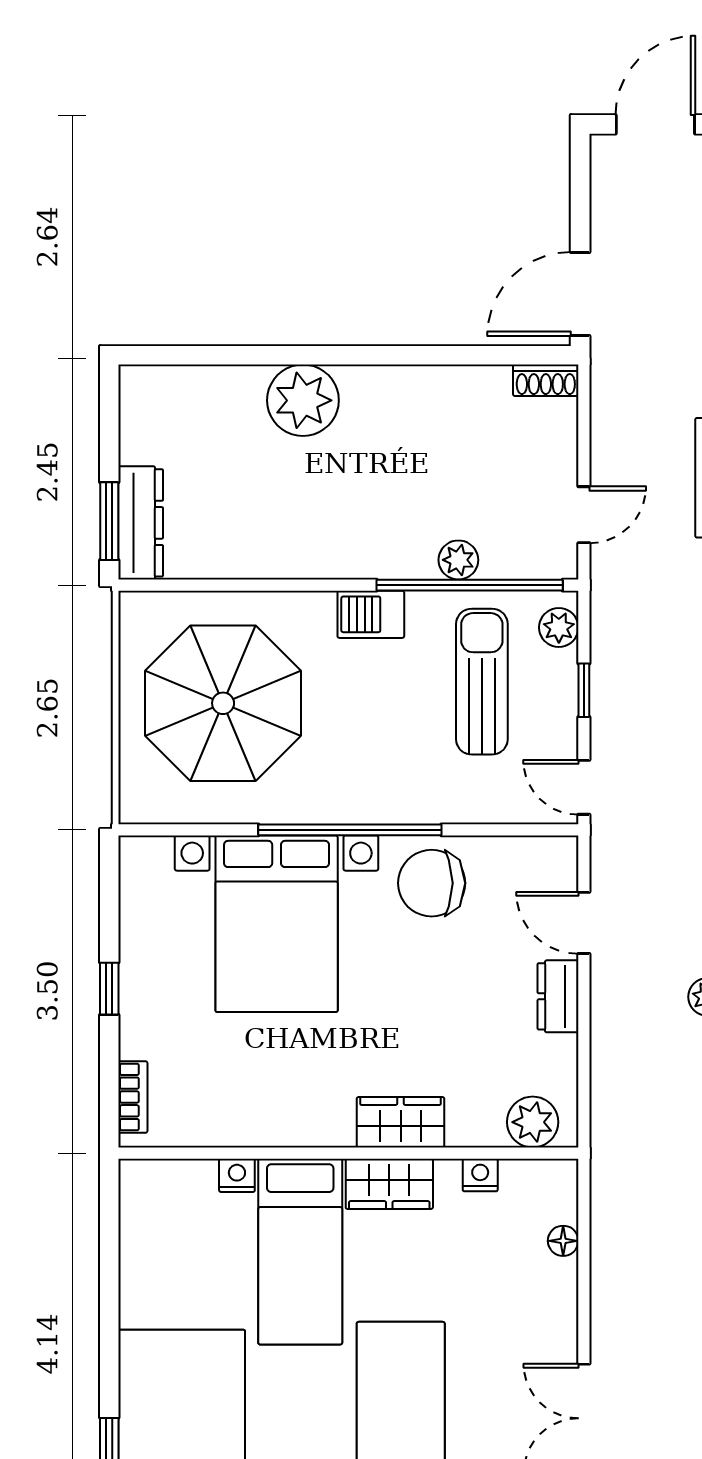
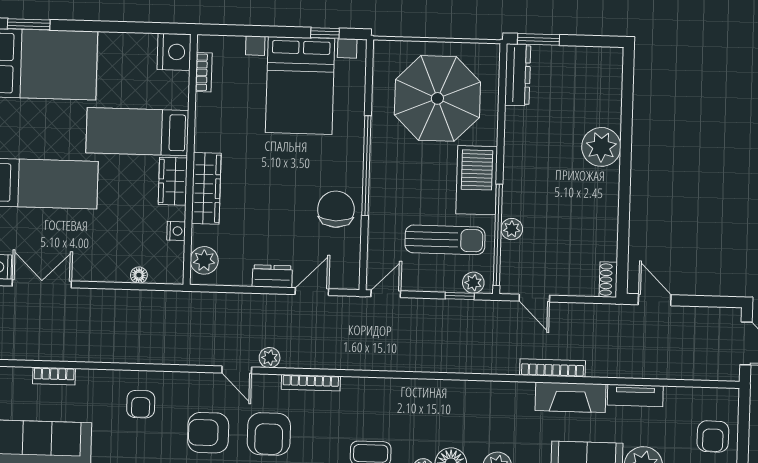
door: (580, 294) -> (655, 300), width x0.73
dresser: (141, 523) -> (518, 75), moved, turned -90
barbecue: (371, 614) -> (477, 180), width x1.88, depth x1.53
window: (584, 690) -> (460, 296), moved
bed with nightstands: (277, 924) -> (300, 86), moved, turned -90
window: (109, 989) -> (325, 33), moved
bookcase: (133, 1097) -> (204, 72), moved, turned -90
wardrobe: (401, 1122) -> (206, 188), width x1.50
nightstand: (237, 1175) -> (174, 52), moved, width x1.89, depth x1.79

